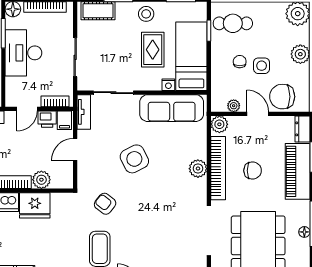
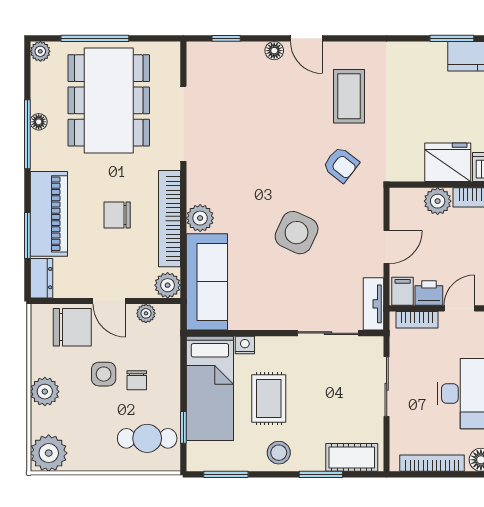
sofa: (172, 108) -> (207, 282), moved, turned 90
side table: (134, 159) -> (297, 233), turned -38

